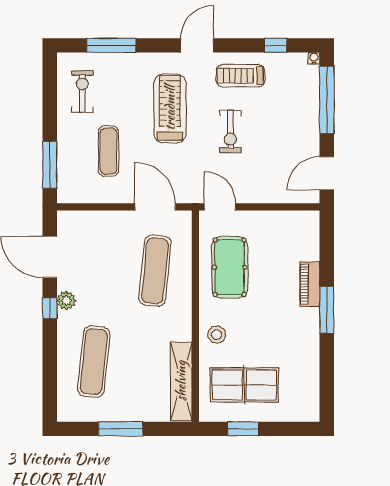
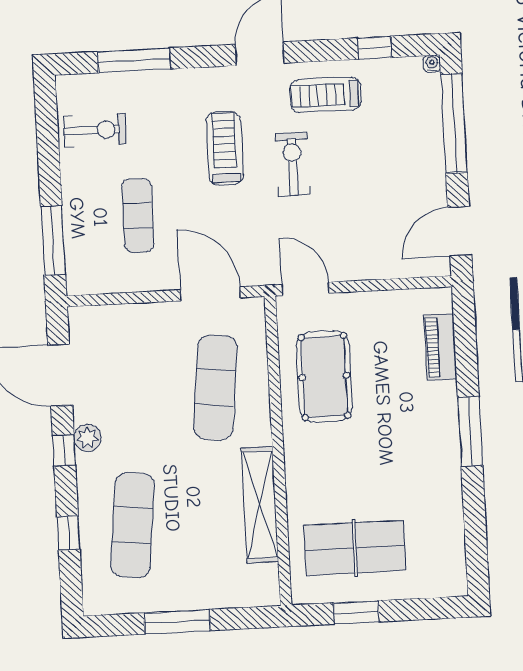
exercise bike: (82, 91) -> (95, 130), turned 90
treadmill: (170, 108) -> (225, 148), width x0.73, depth x0.73
exercise bike: (230, 131) -> (293, 164), moved, turned 180
piano: (310, 284) -> (441, 347), moved
stool: (217, 335) -> (310, 476), removed
window: (50, 365) -> (68, 533), added
shelving: (181, 381) -> (260, 505), moved

